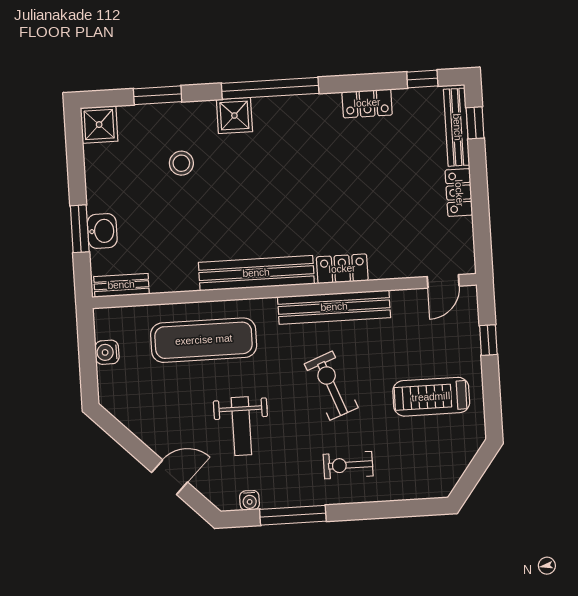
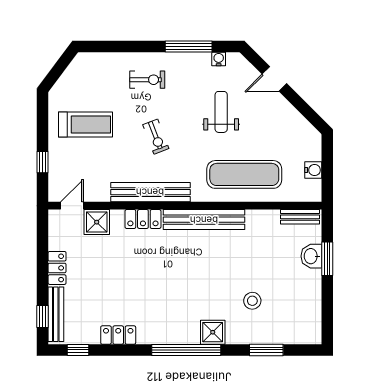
shower: (99, 125) -> (97, 222), moved
exercise bike: (331, 386) -> (156, 137), width x0.73, depth x0.72

